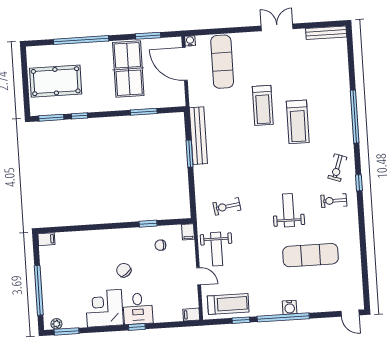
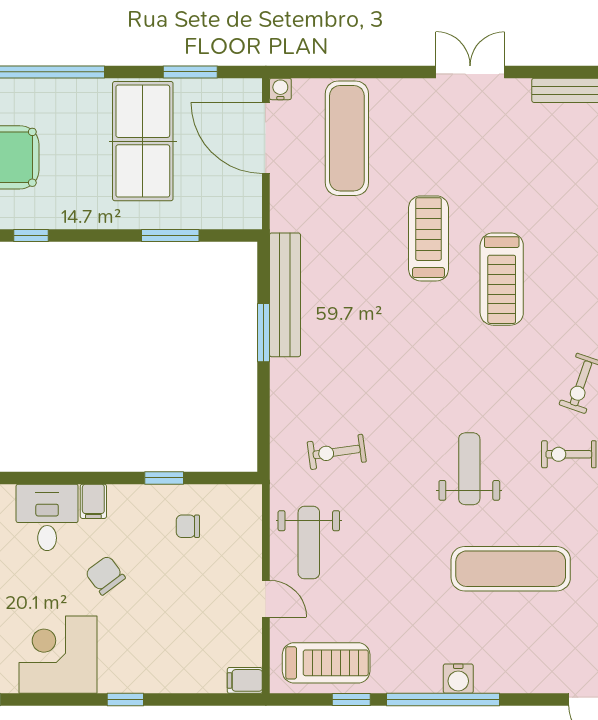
treadmill: (263, 105) -> (428, 238), turned 180
filing cabinet: (188, 232) -> (93, 501), moved
desk: (138, 309) -> (47, 517), moved, turned 180

